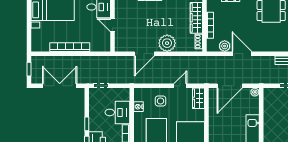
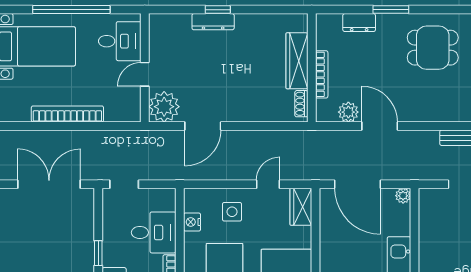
door: (112, 25) -> (145, 74), hinge flipped
plant: (167, 43) -> (164, 107), moved
door: (230, 86) -> (358, 184), hinge flipped

